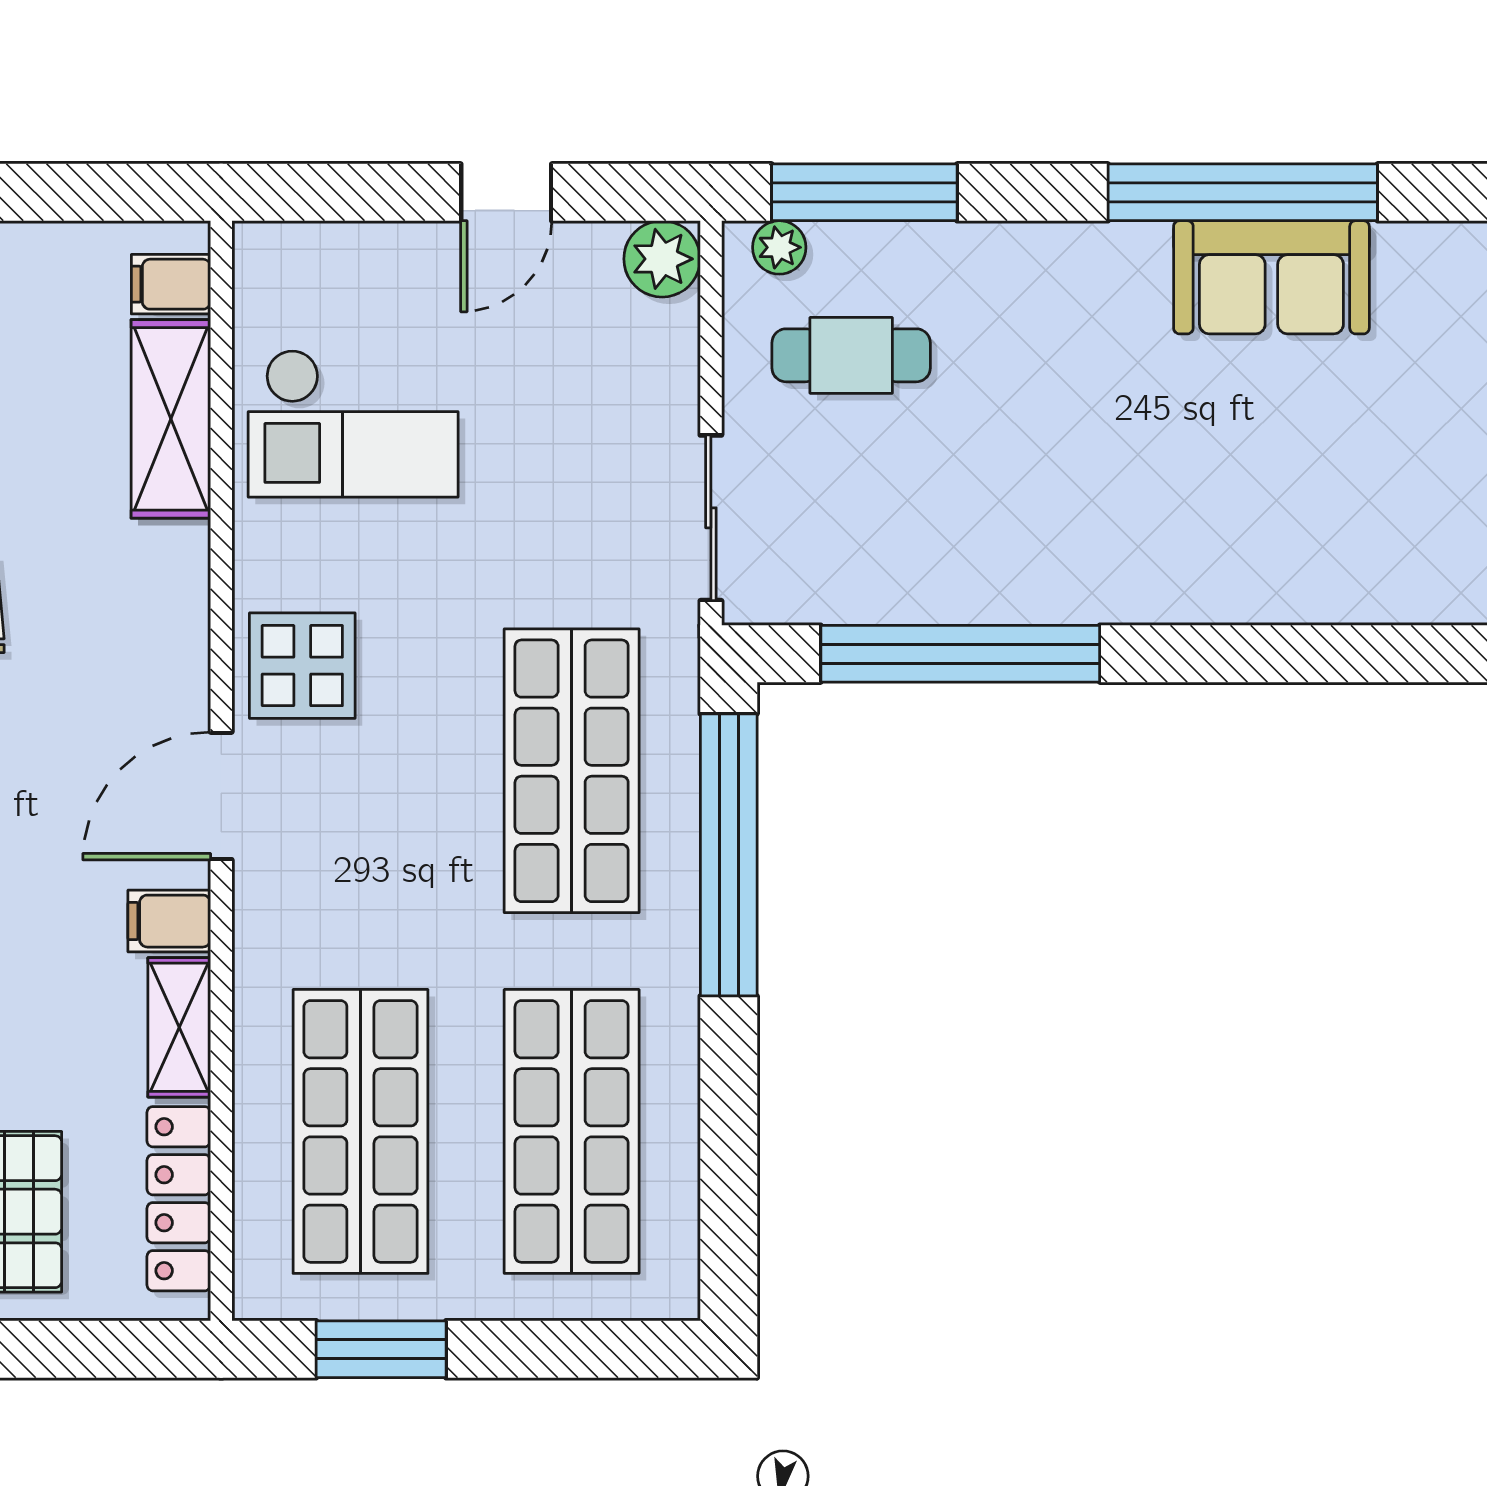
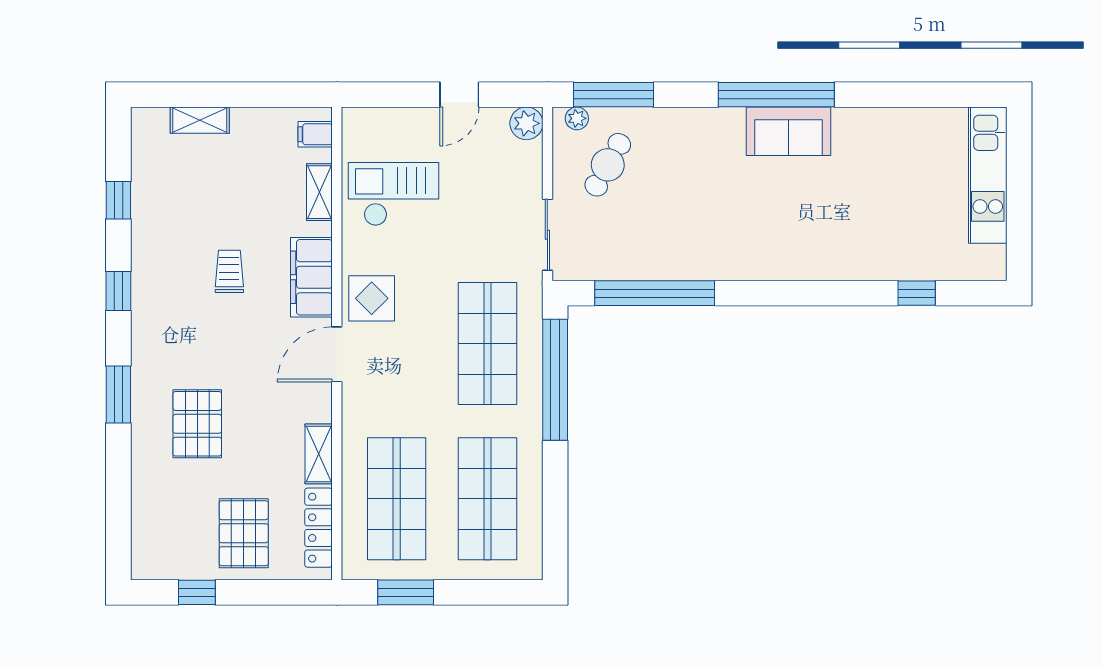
cafe table: (851, 355) -> (608, 165), turned -61
shelving: (171, 419) -> (319, 192), width x0.67, depth x0.75
checkout: (353, 423) -> (394, 194), turned 180
filing cabinet: (169, 921) -> (311, 277), moved, width x3.00, depth x1.17

